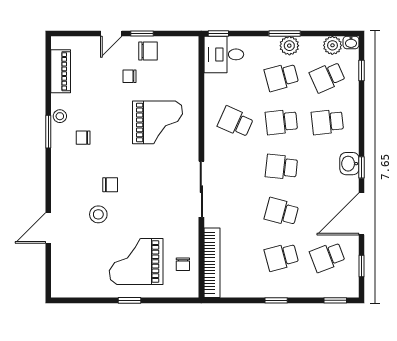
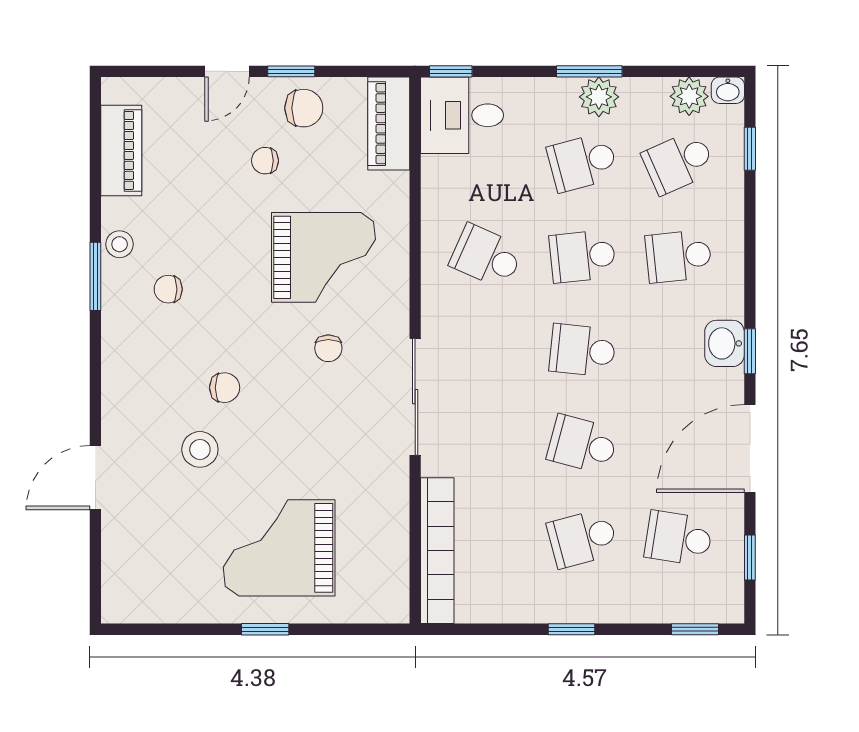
piano: (189, 58) -> (389, 124), added
school desk: (327, 257) -> (679, 538), turned 30
chair: (183, 264) -> (328, 348), moved

